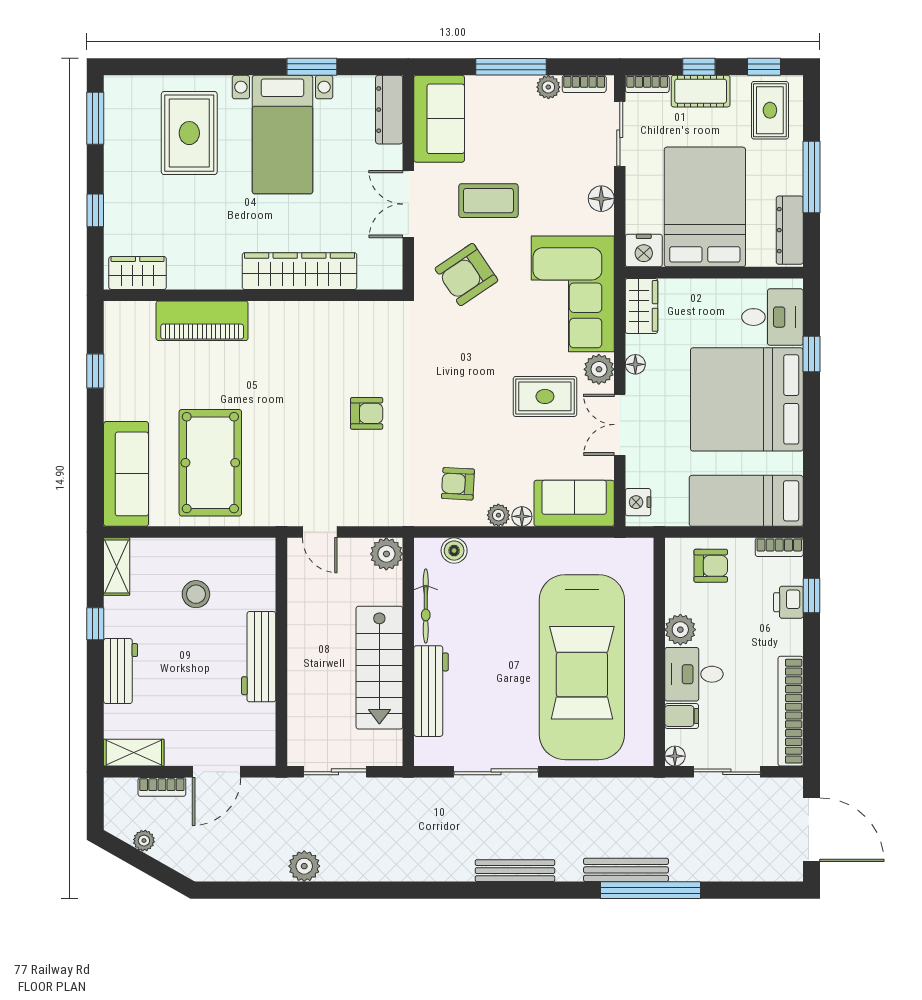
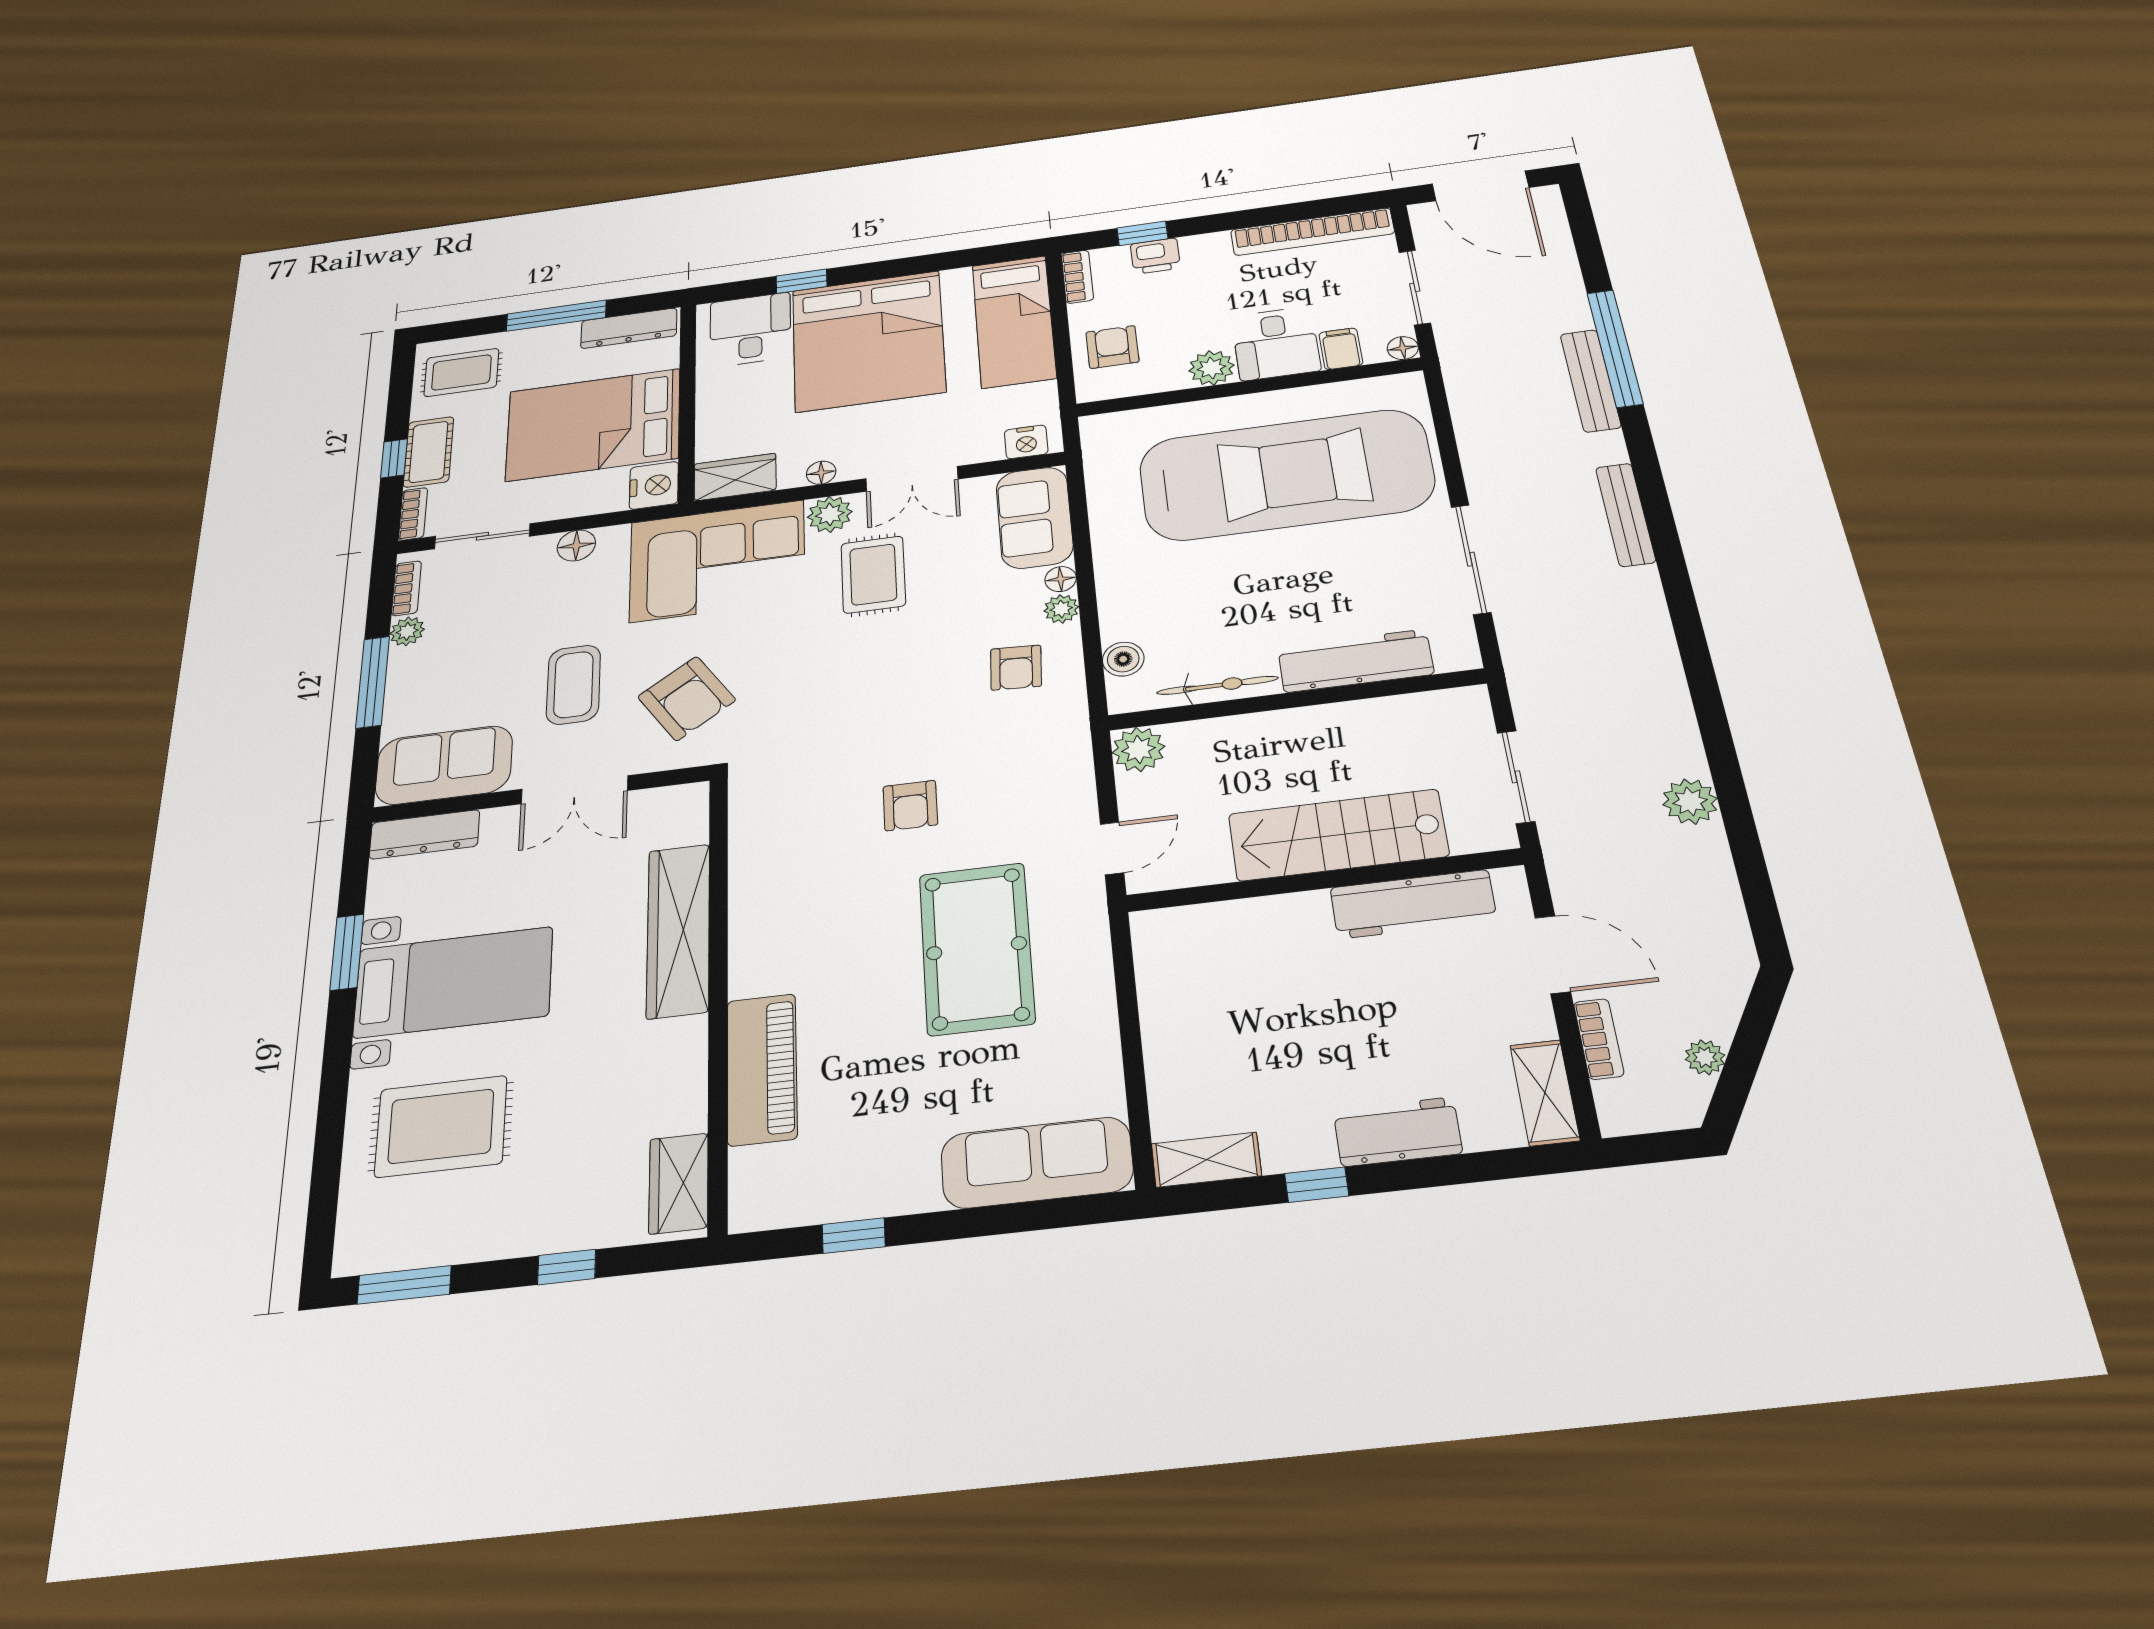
window: (764, 67) -> (401, 387), removed
armchair: (367, 413) -> (910, 806), turned 180
pool table: (210, 463) -> (976, 948), moved, turned 90
stool: (196, 594) -> (1241, 1024), removed
workbench: (259, 657) -> (1413, 904), moved
stairs: (379, 668) -> (1338, 835), moved, turned 180
door: (812, 830) -> (1480, 186), swing flipped

